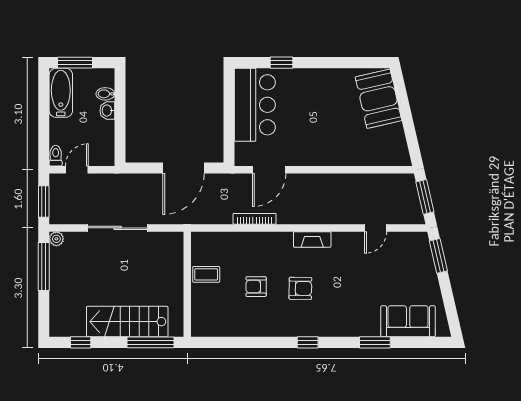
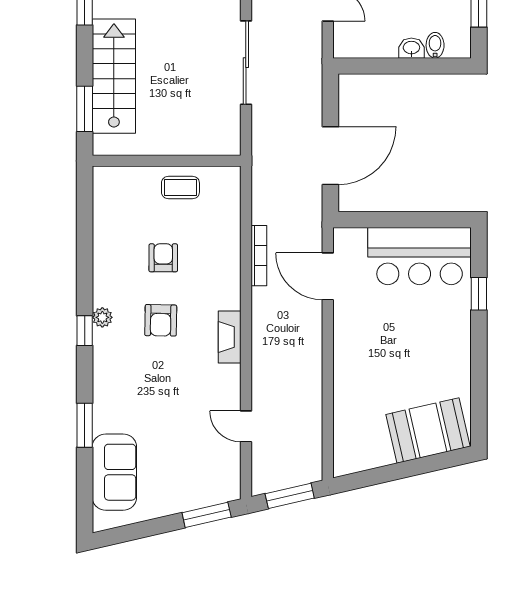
door: (183, 168) -> (330, 156), swing flipped
coffee table: (206, 274) -> (180, 188), turned 90
plant: (298, 330) -> (102, 317), added
window: (150, 342) -> (85, 109), width x0.69

